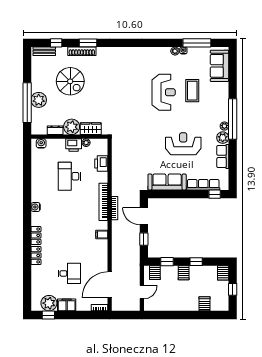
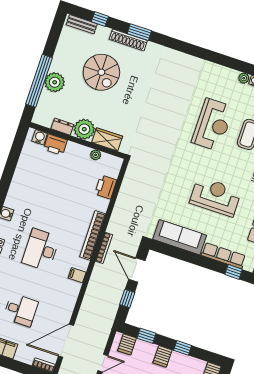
printer: (74, 145) -> (55, 145), moved
desk: (69, 176) -> (41, 250), moved

